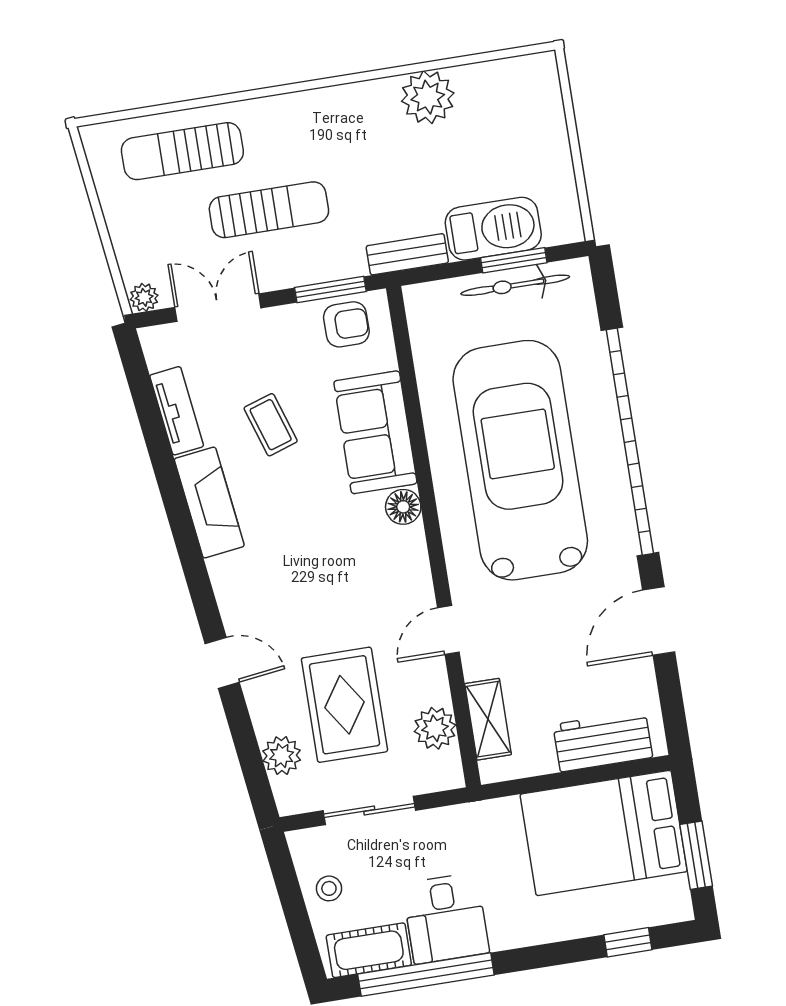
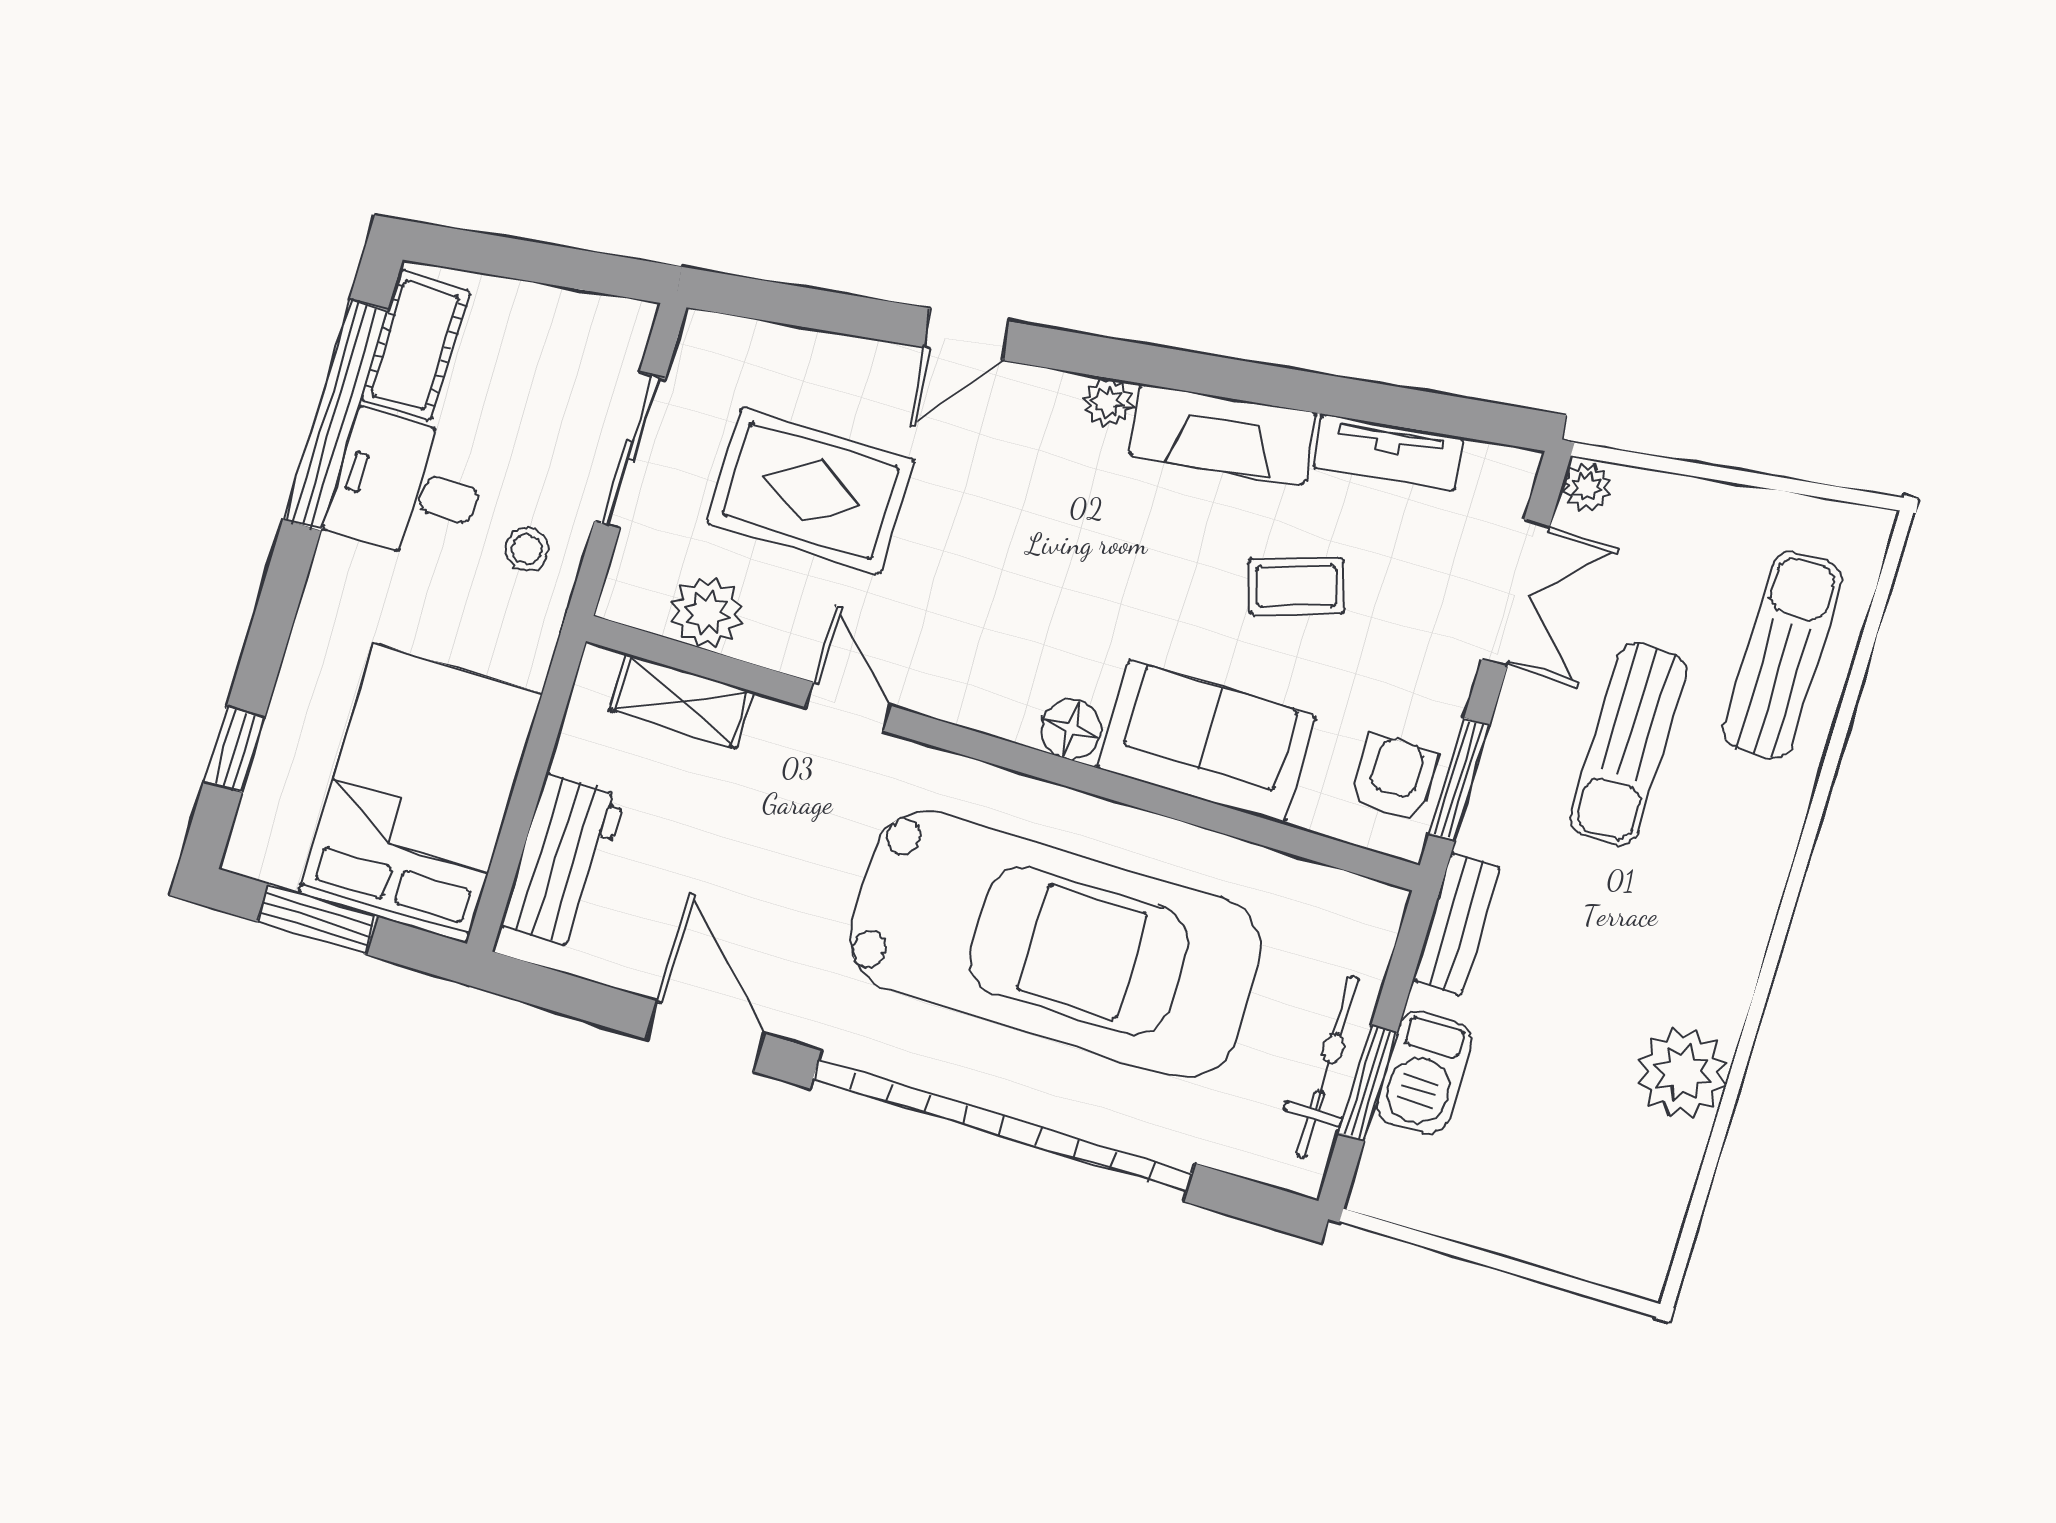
barbecue: (493, 229) -> (1424, 1073), width x0.73, depth x0.83
armchair: (346, 324) -> (1394, 778), turned 180
plant: (282, 756) -> (1108, 402), moved, width x0.73, depth x0.73
stool: (329, 888) -> (527, 549), moved

